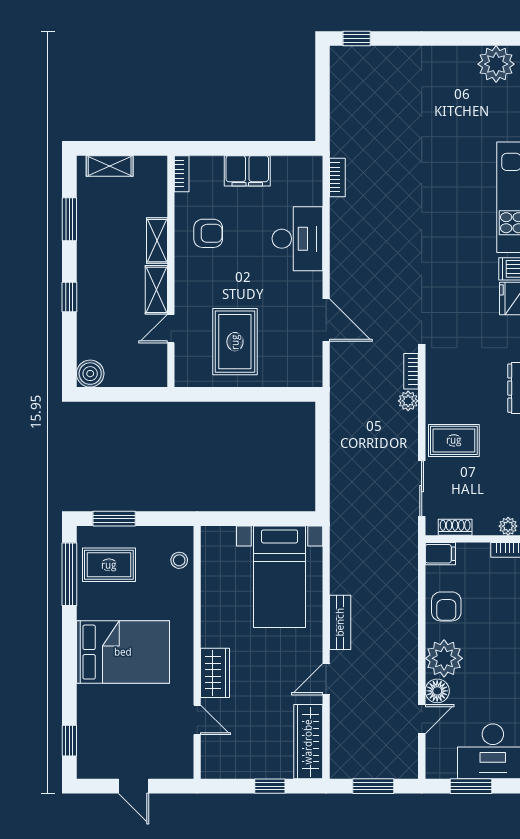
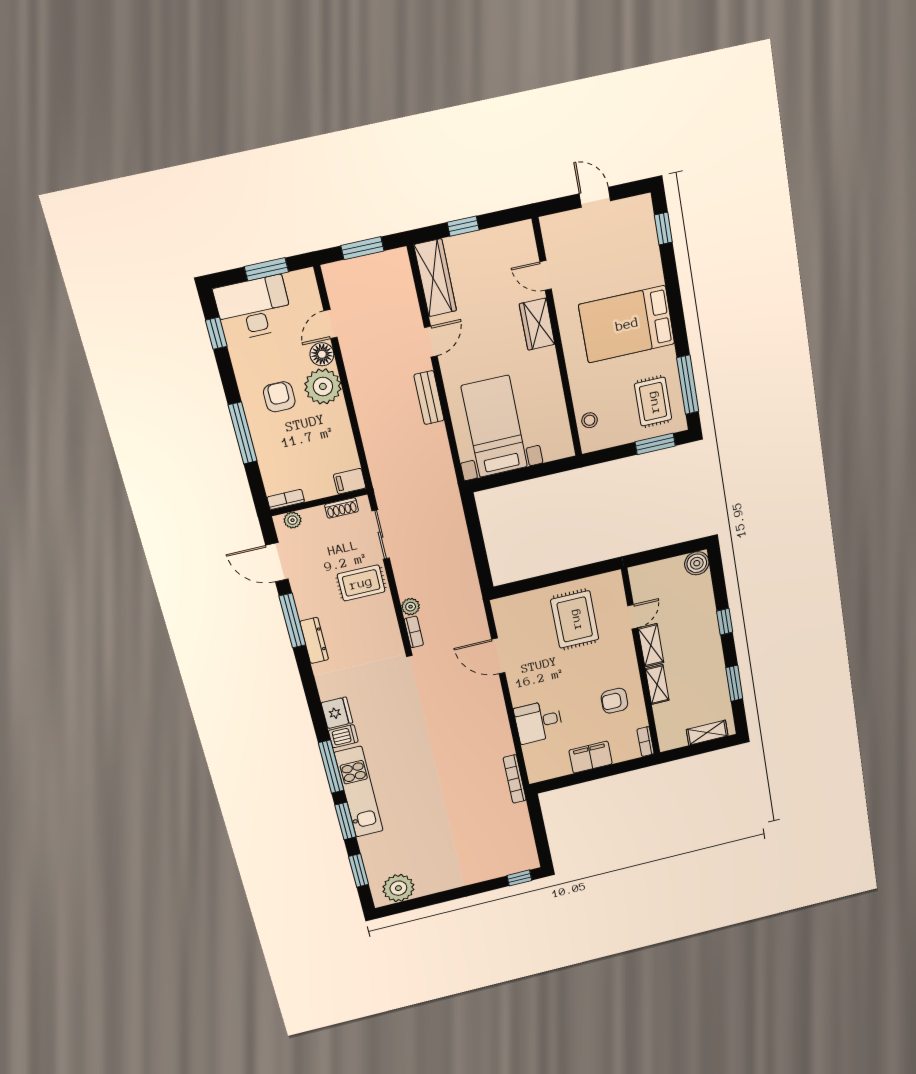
bookcase: (337, 177) -> (515, 779), width x1.56
desk: (297, 239) -> (539, 722), width x0.73
rug: (109, 565) -> (653, 402), turned 90
armchair: (446, 606) -> (279, 397), moved

